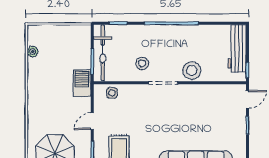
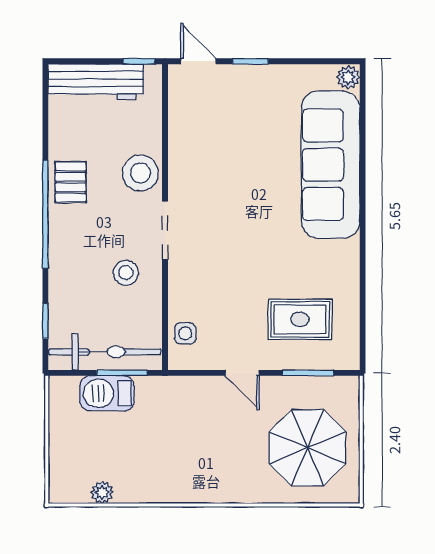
pallet: (187, 36) -> (71, 182), added
barbecue: (82, 83) -> (107, 393), moved

